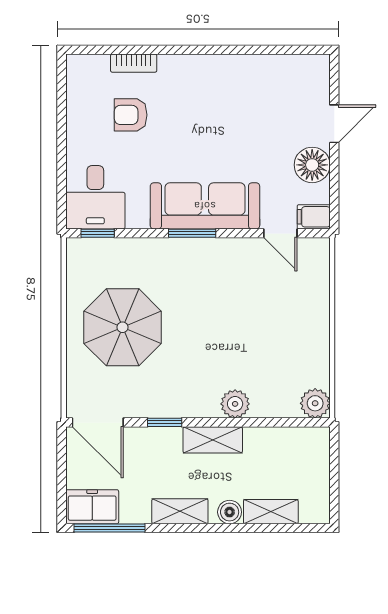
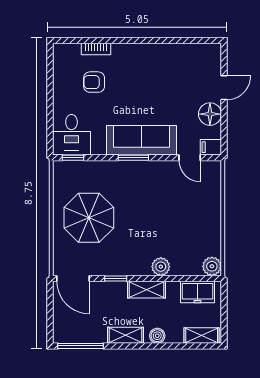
freezer: (92, 507) -> (198, 292), moved, turned 180
shelving: (271, 512) -> (202, 335), moved

